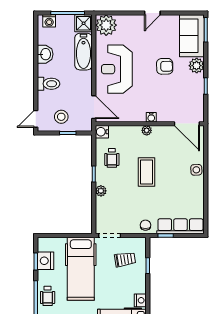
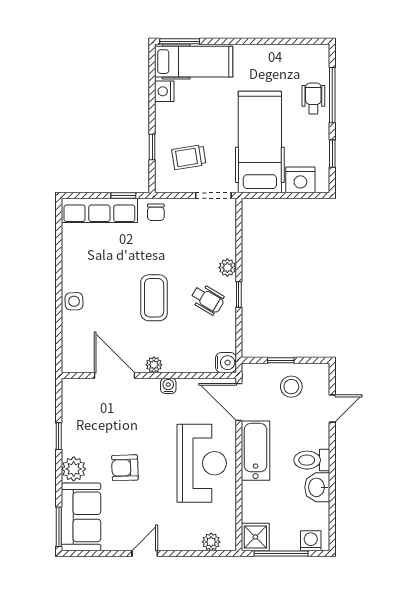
plant: (106, 25) -> (211, 542), width x0.53, depth x0.53
bathtub: (83, 52) -> (256, 451), moved
toilet: (49, 84) -> (312, 460), moved
water cooler: (151, 117) -> (168, 386), moved
door: (36, 119) -> (332, 409), moved
door: (187, 124) -> (114, 376), moved
wheelchair: (112, 158) -> (207, 299), moved, turned 121
nightstand: (46, 261) -> (300, 180), moved, turned 90

